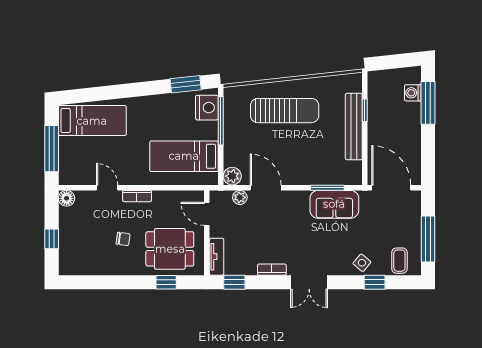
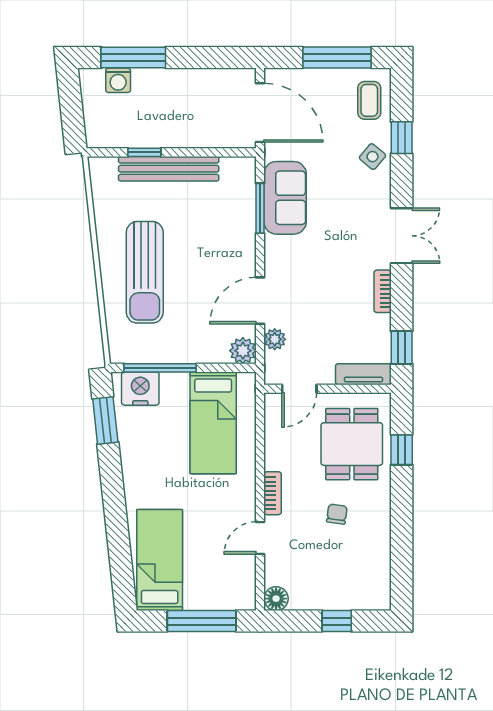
sun lounger: (285, 111) -> (145, 272), turned 180
door: (391, 188) -> (260, 113), swing flipped
coffee table: (399, 261) -> (369, 100), turned 90

